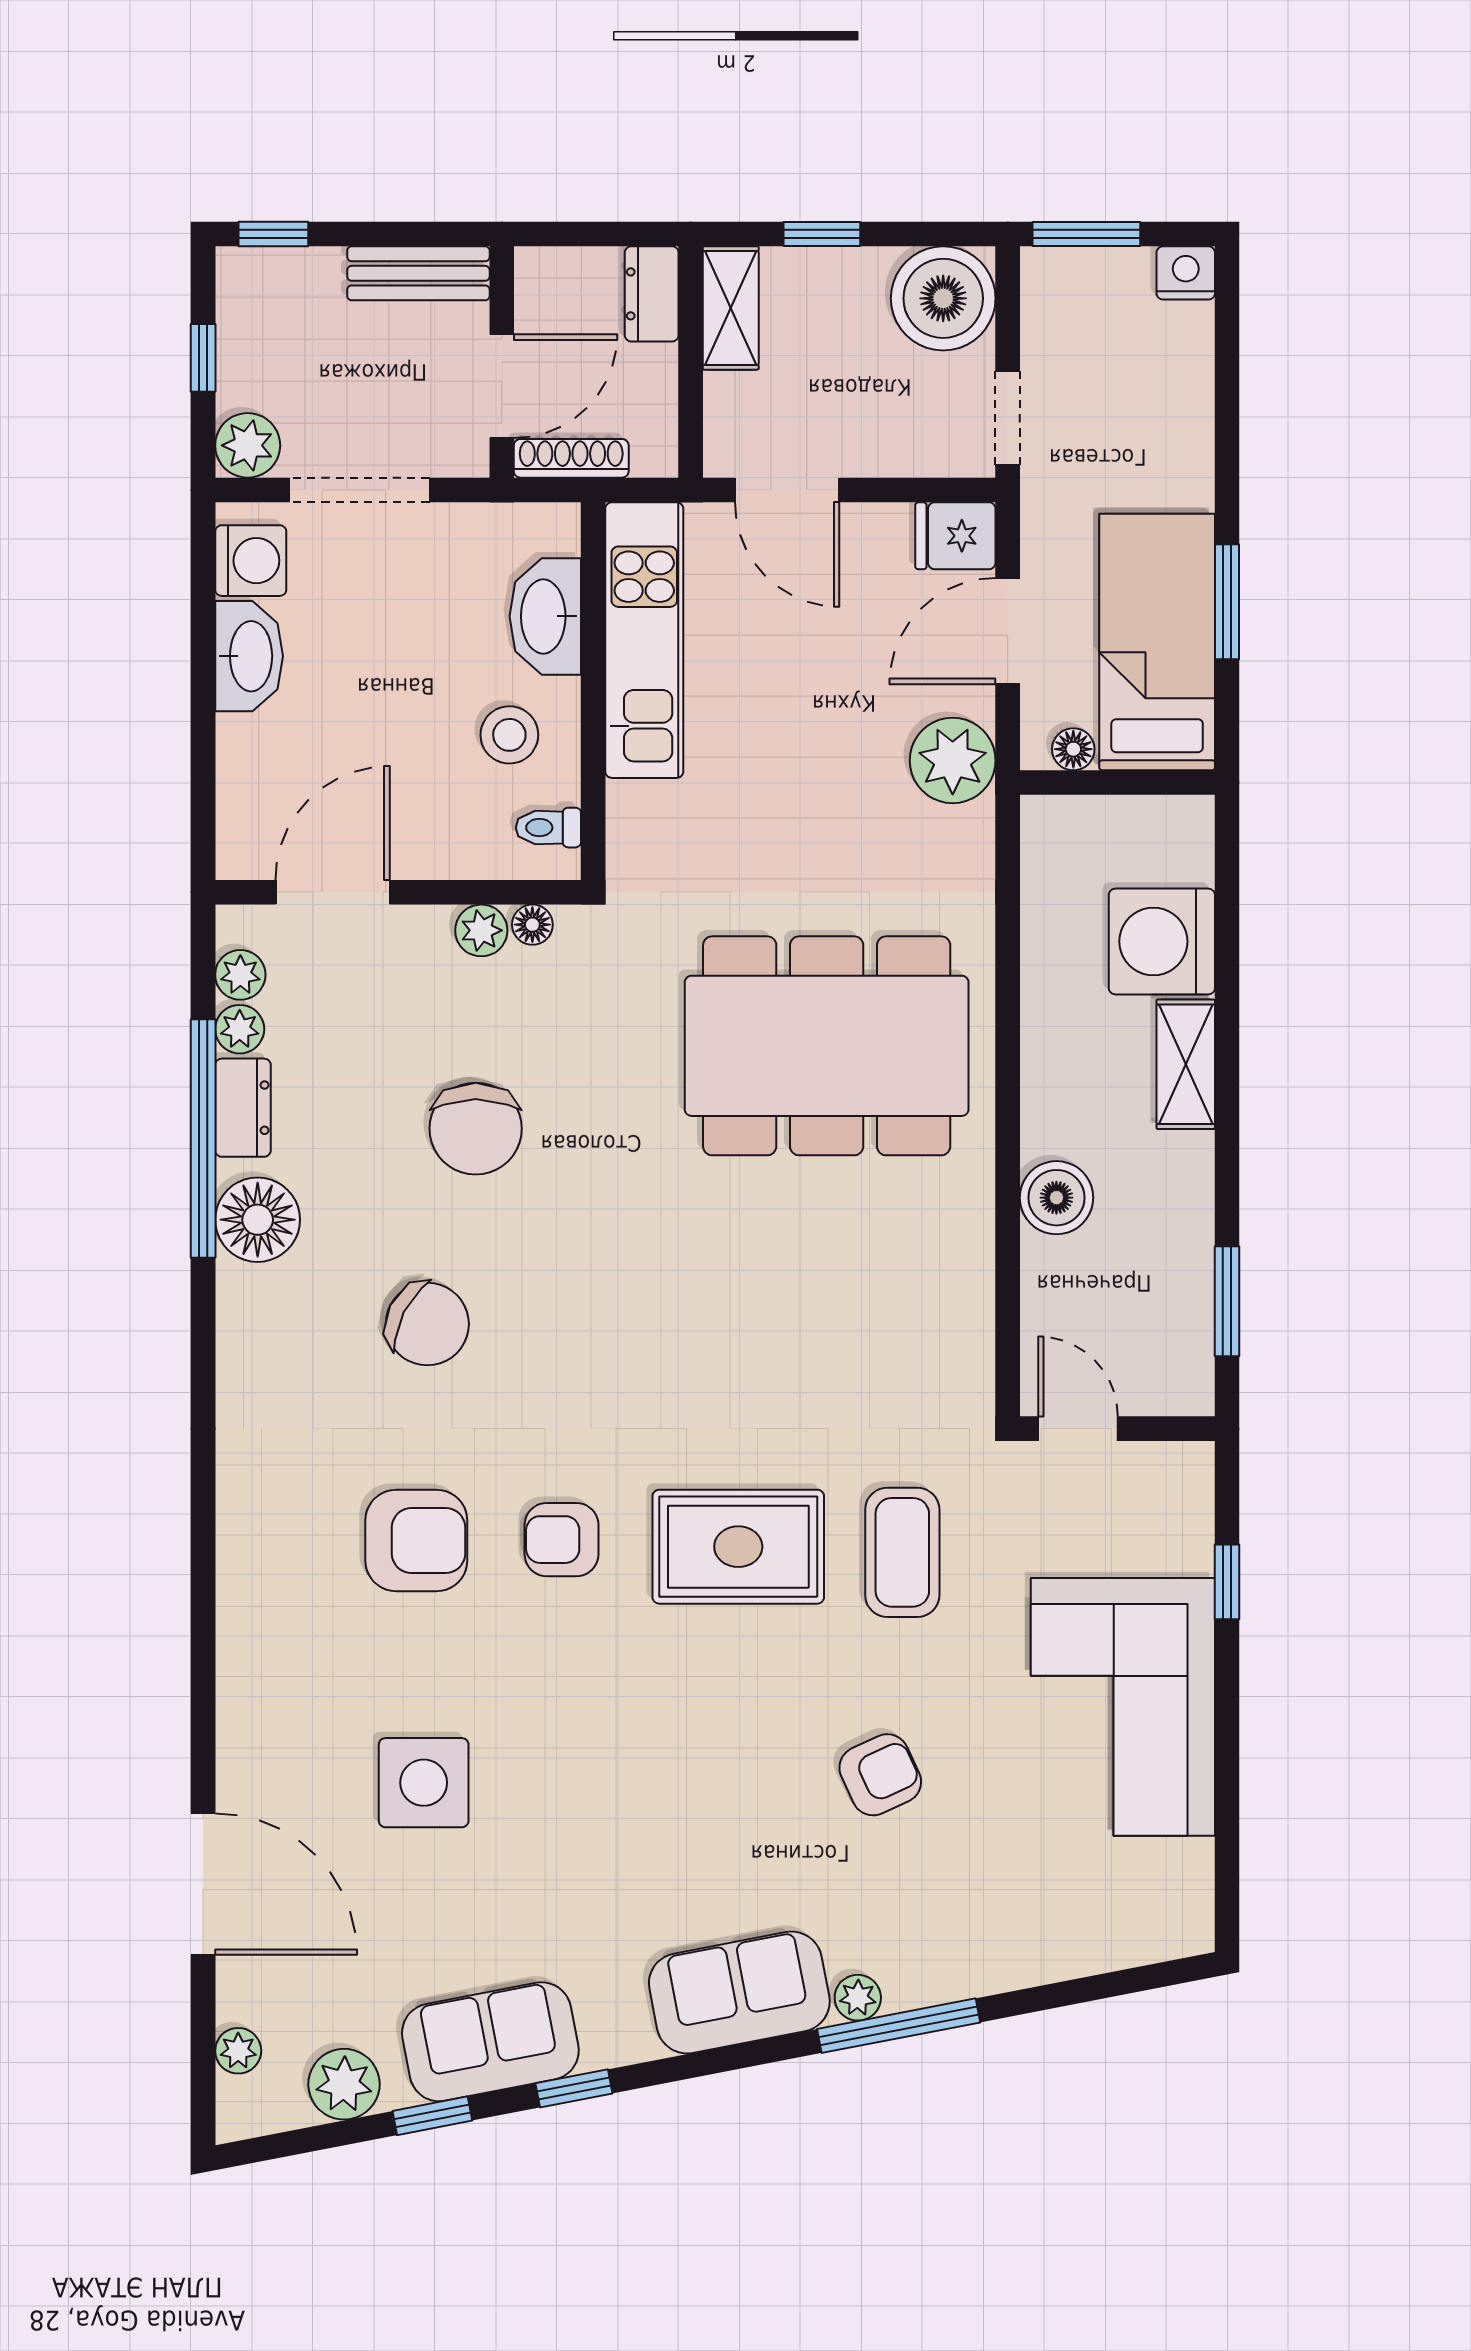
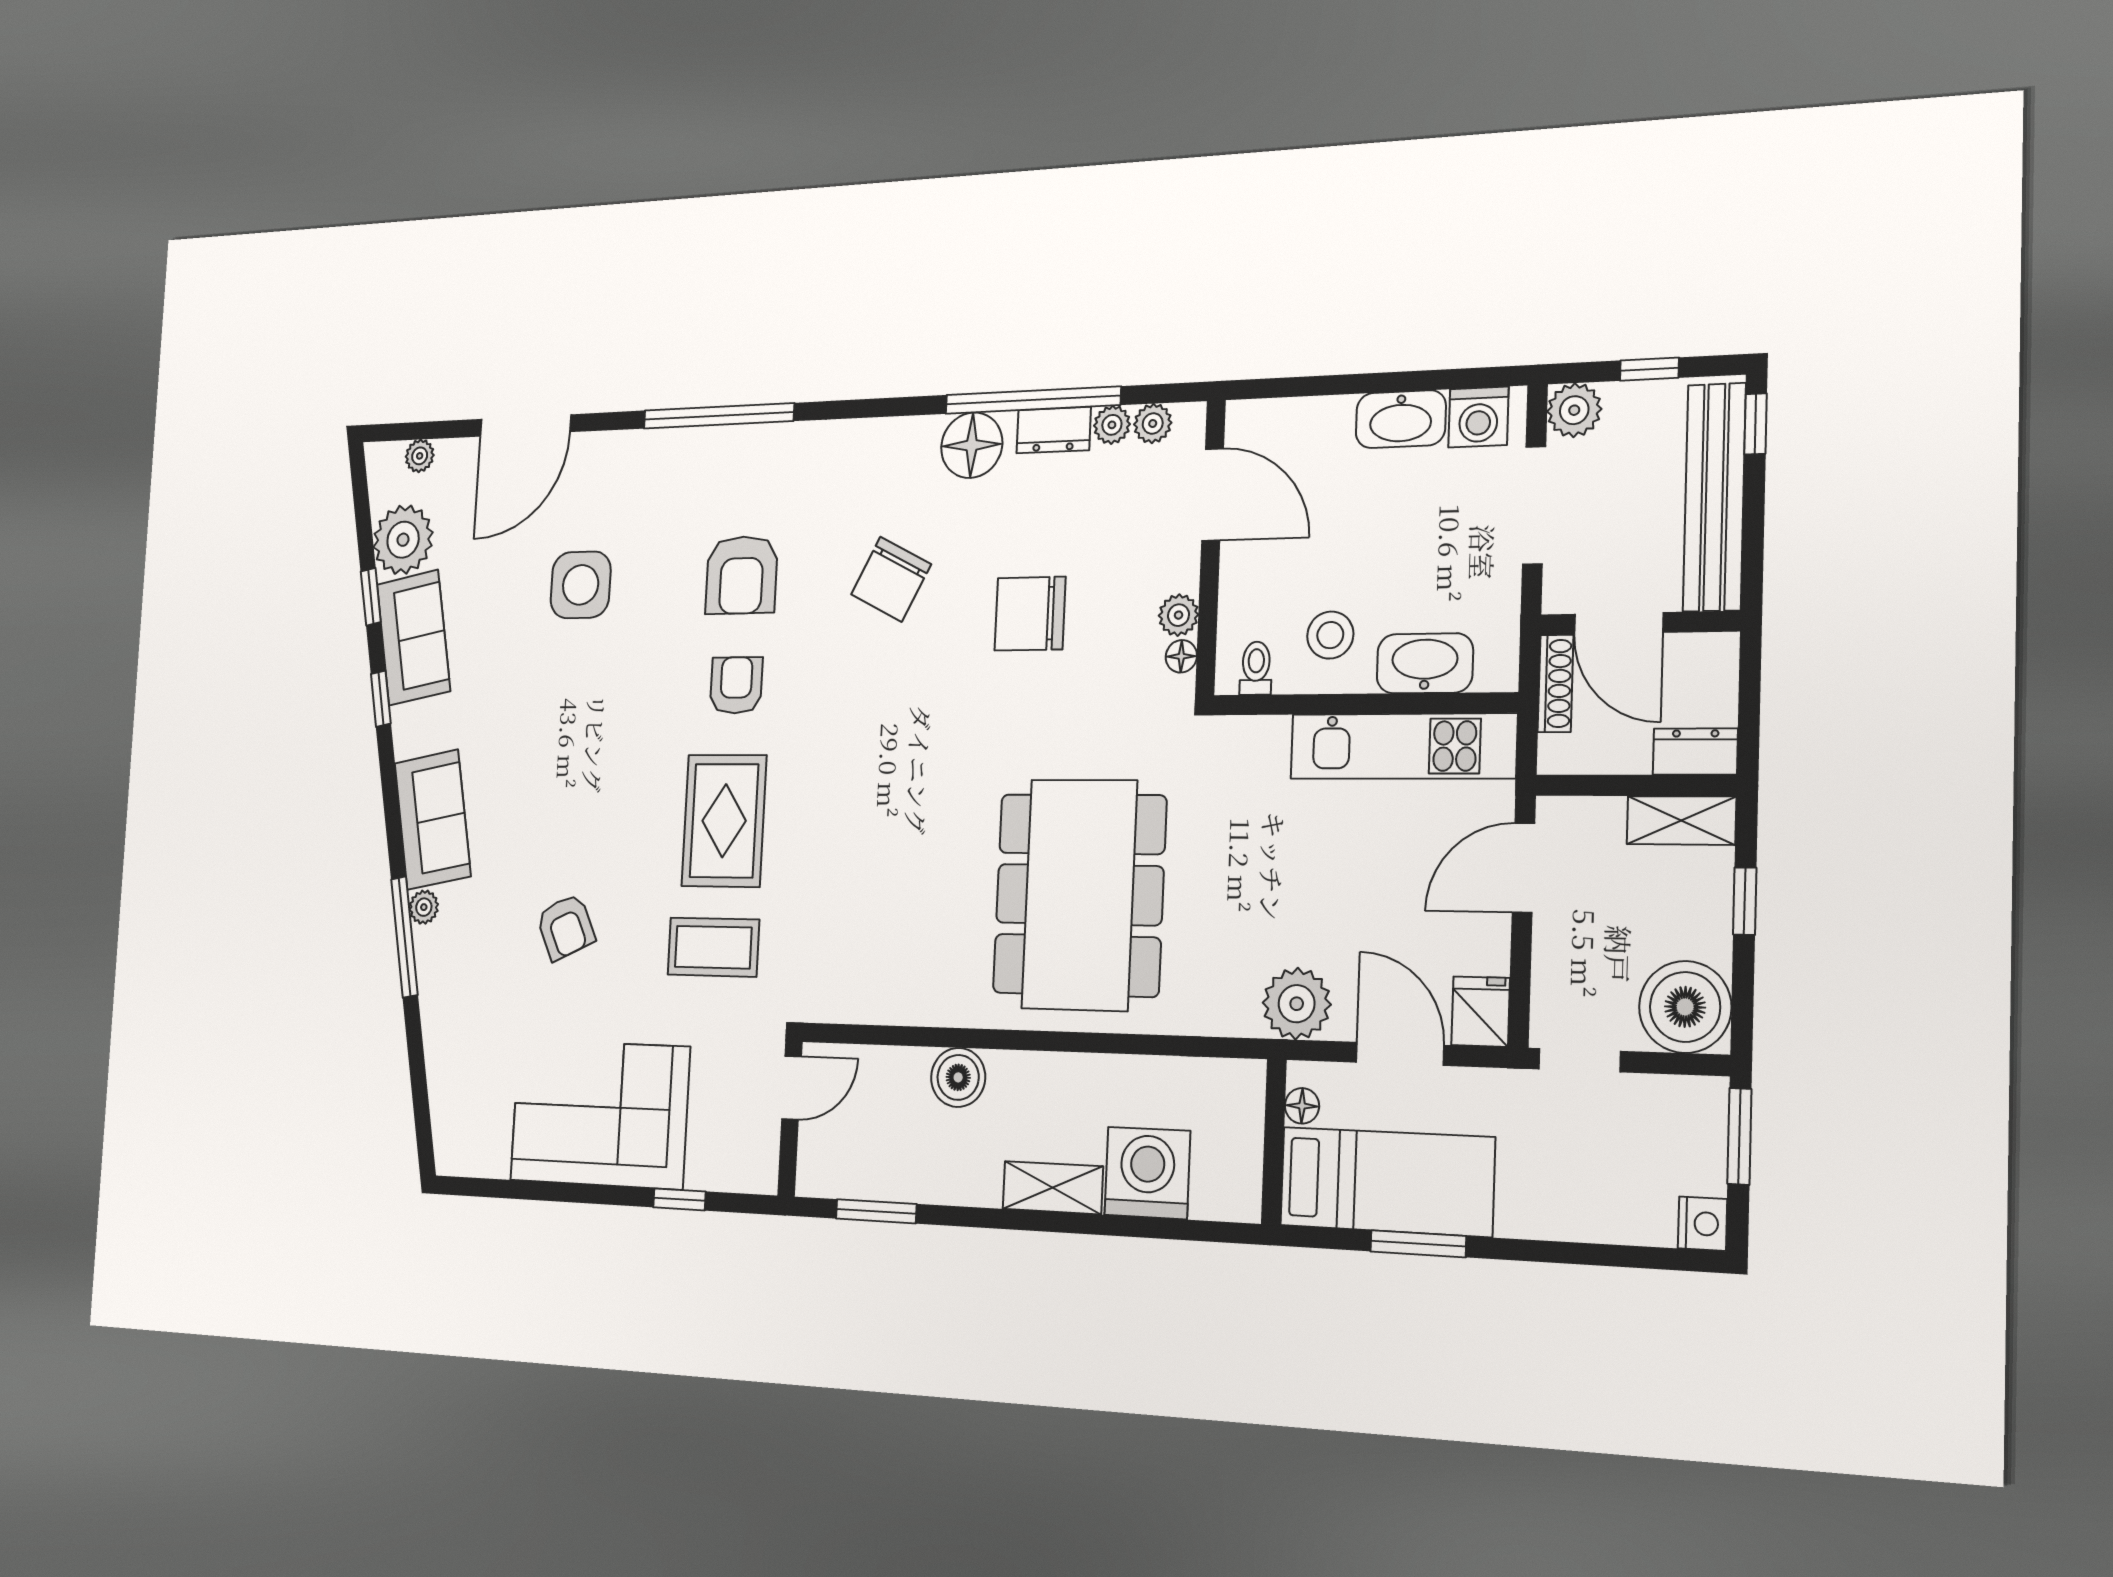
bench: (418, 273) -> (1714, 497), width x1.86, depth x1.21
window: (203, 1588) -> (718, 416), added
plant: (344, 2084) -> (403, 540), width x1.36, depth x1.36

